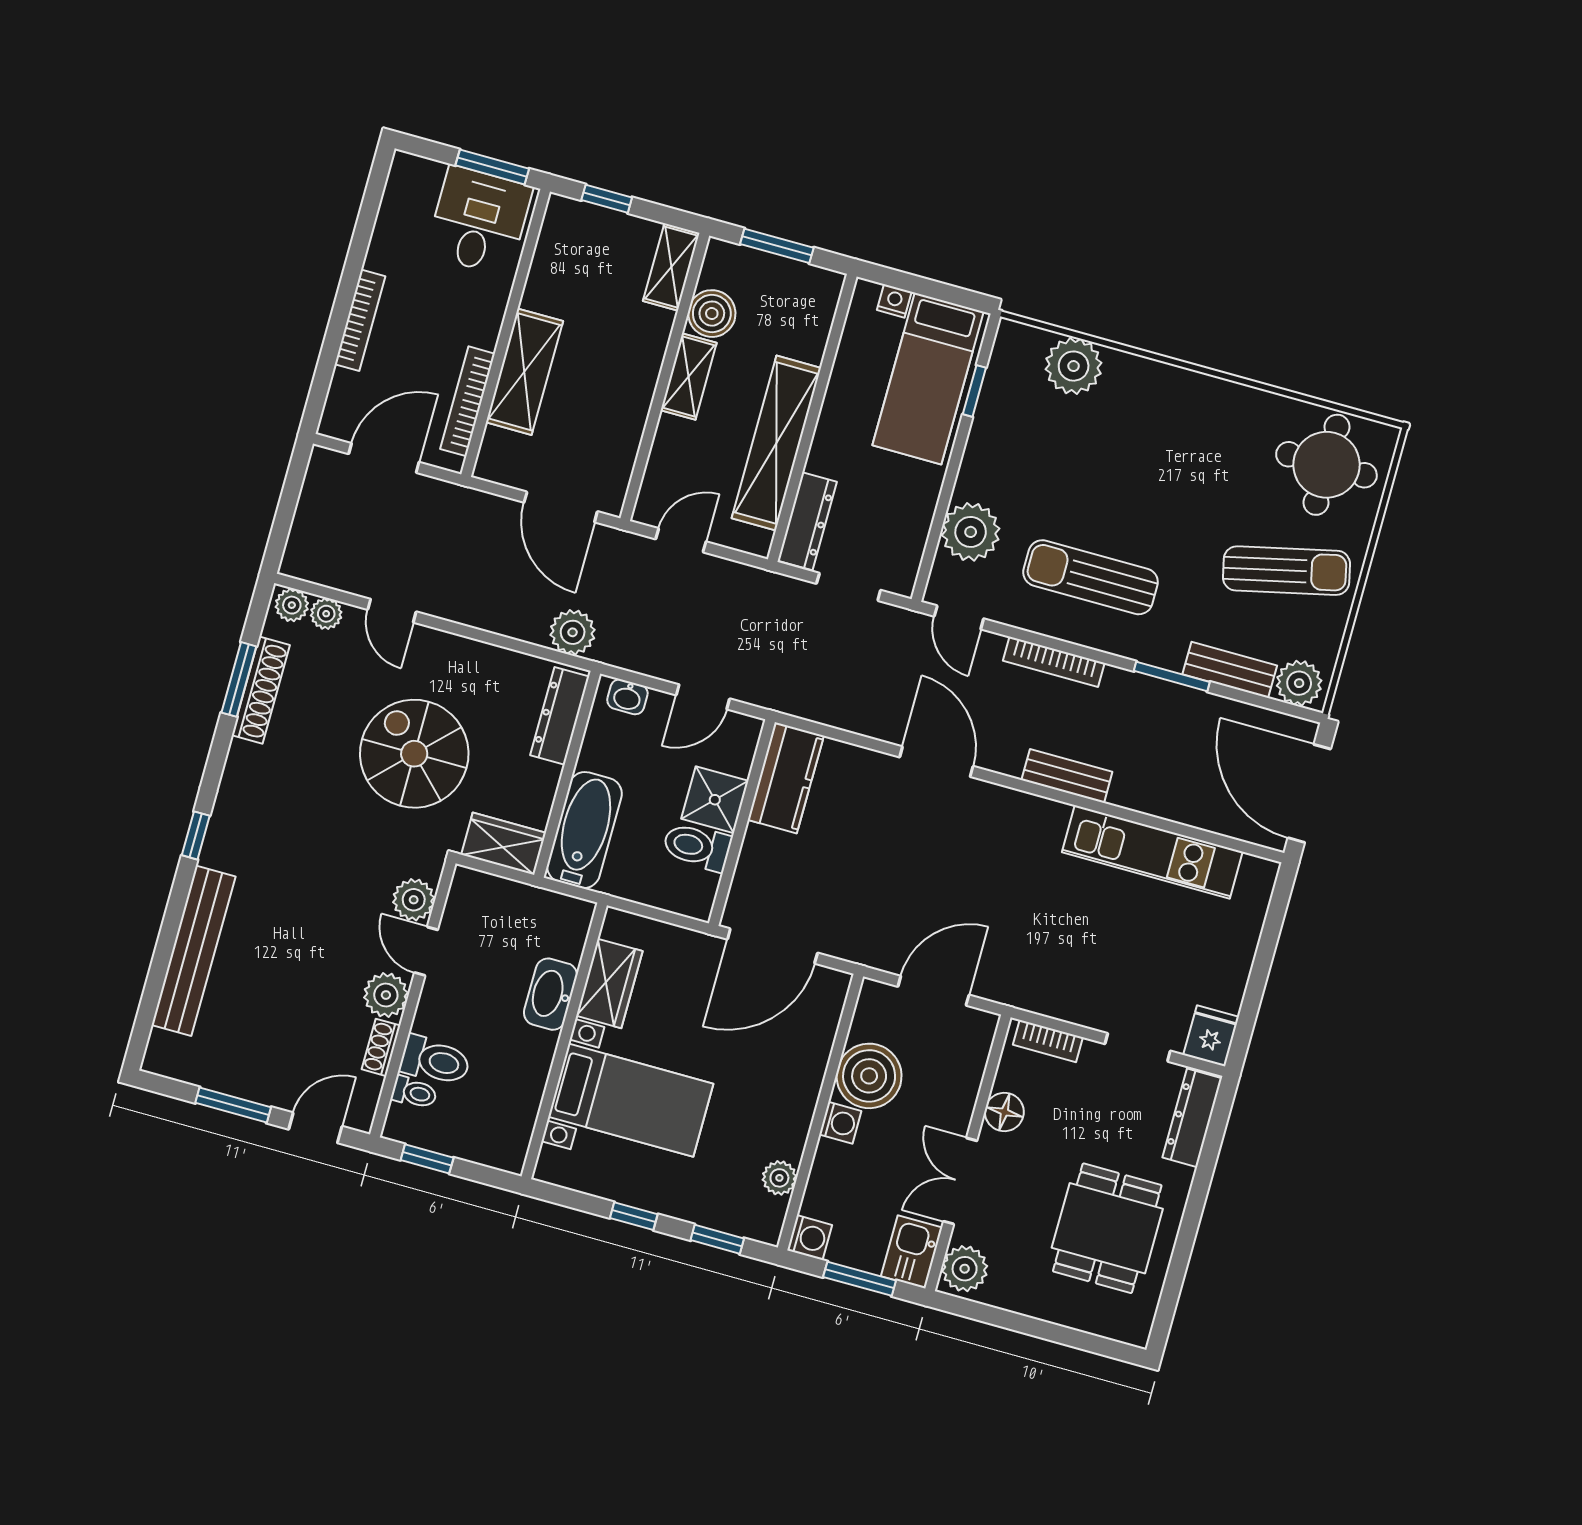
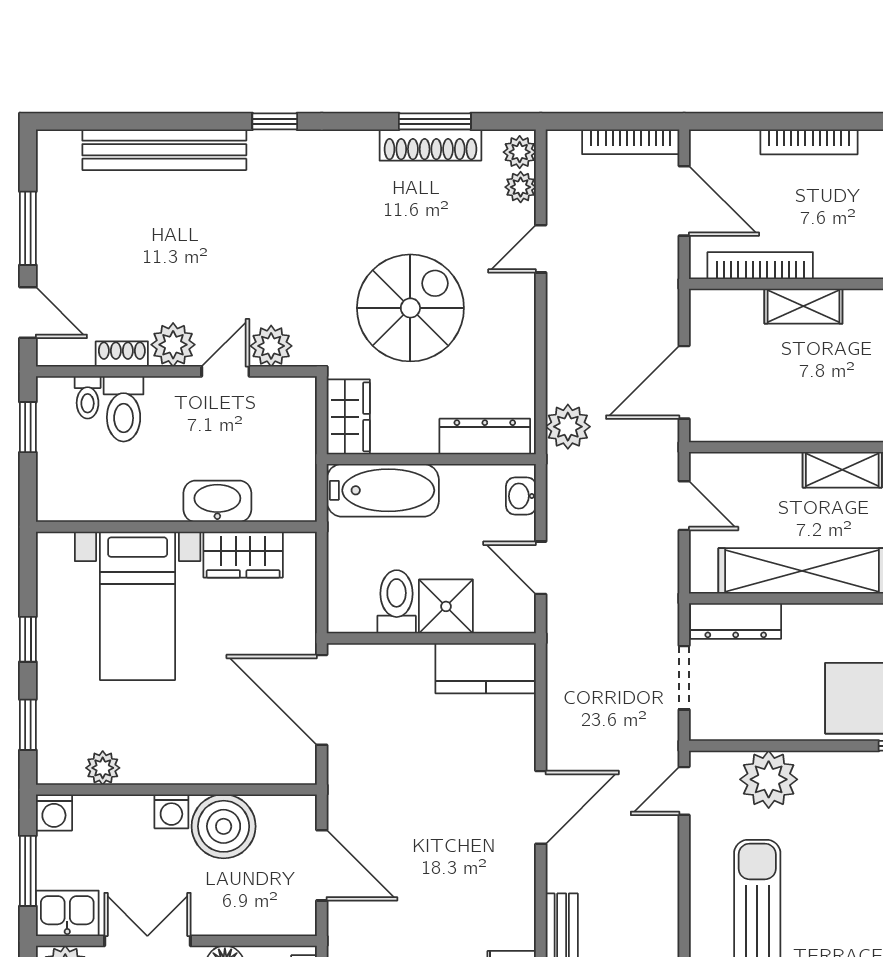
shelving: (524, 372) -> (803, 306), width x0.67, depth x0.75
bookcase: (1054, 662) -> (631, 142), moved, turned -90

